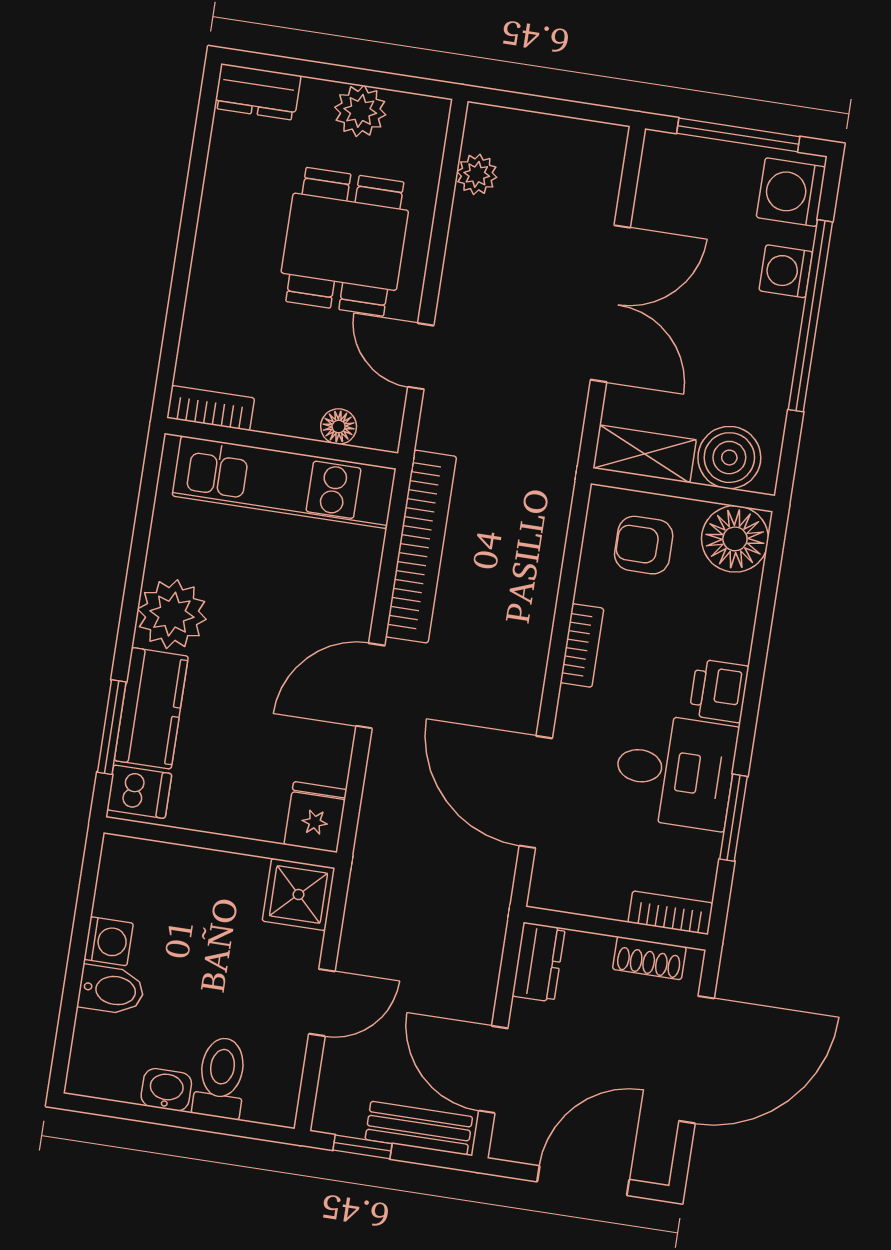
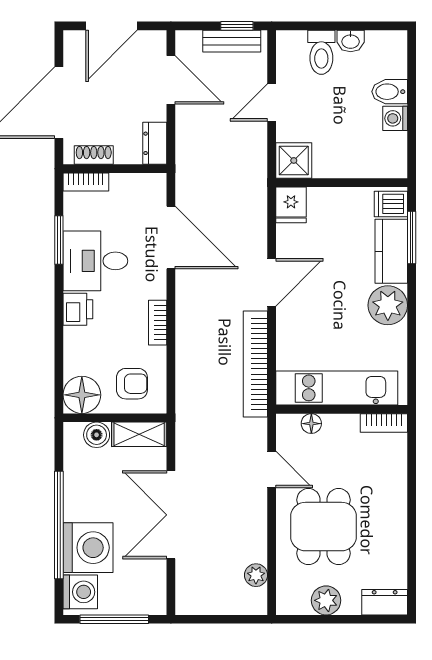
washing machine: (786, 271) -> (88, 548), width x1.89, depth x1.89
boiler: (729, 458) -> (97, 435), width x0.73, depth x0.73
bench: (419, 1128) -> (232, 41), moved

